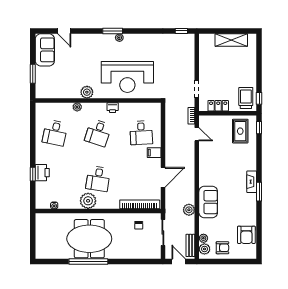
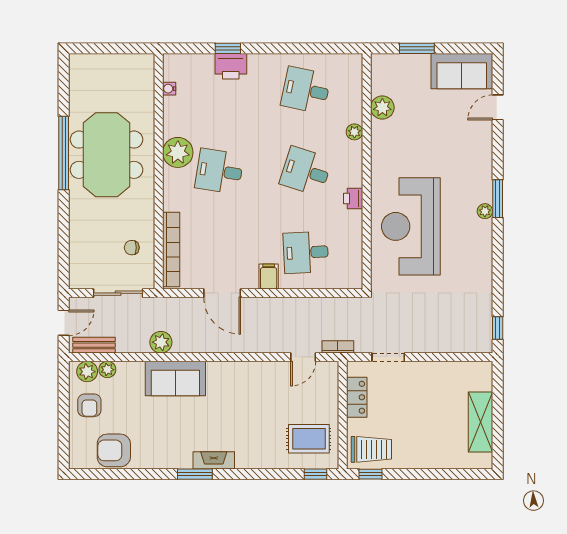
plant: (87, 92) -> (382, 108), moved

